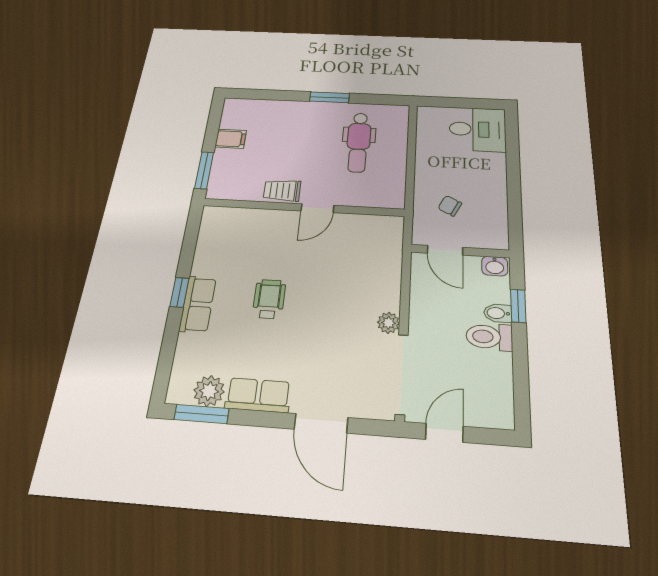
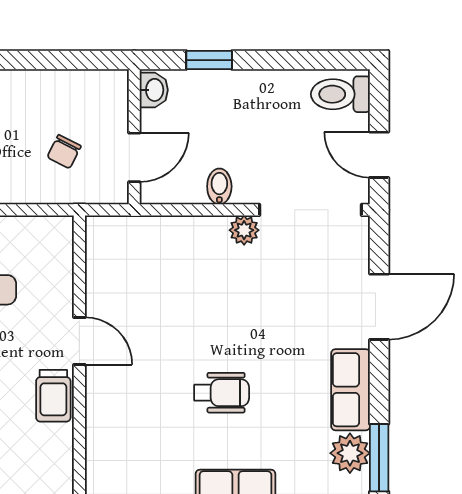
wheelchair: (269, 299) -> (222, 393), turned 180
bidet: (498, 313) -> (219, 186), moved, turned 180
toilet: (489, 337) -> (340, 94), moved, turned 90

